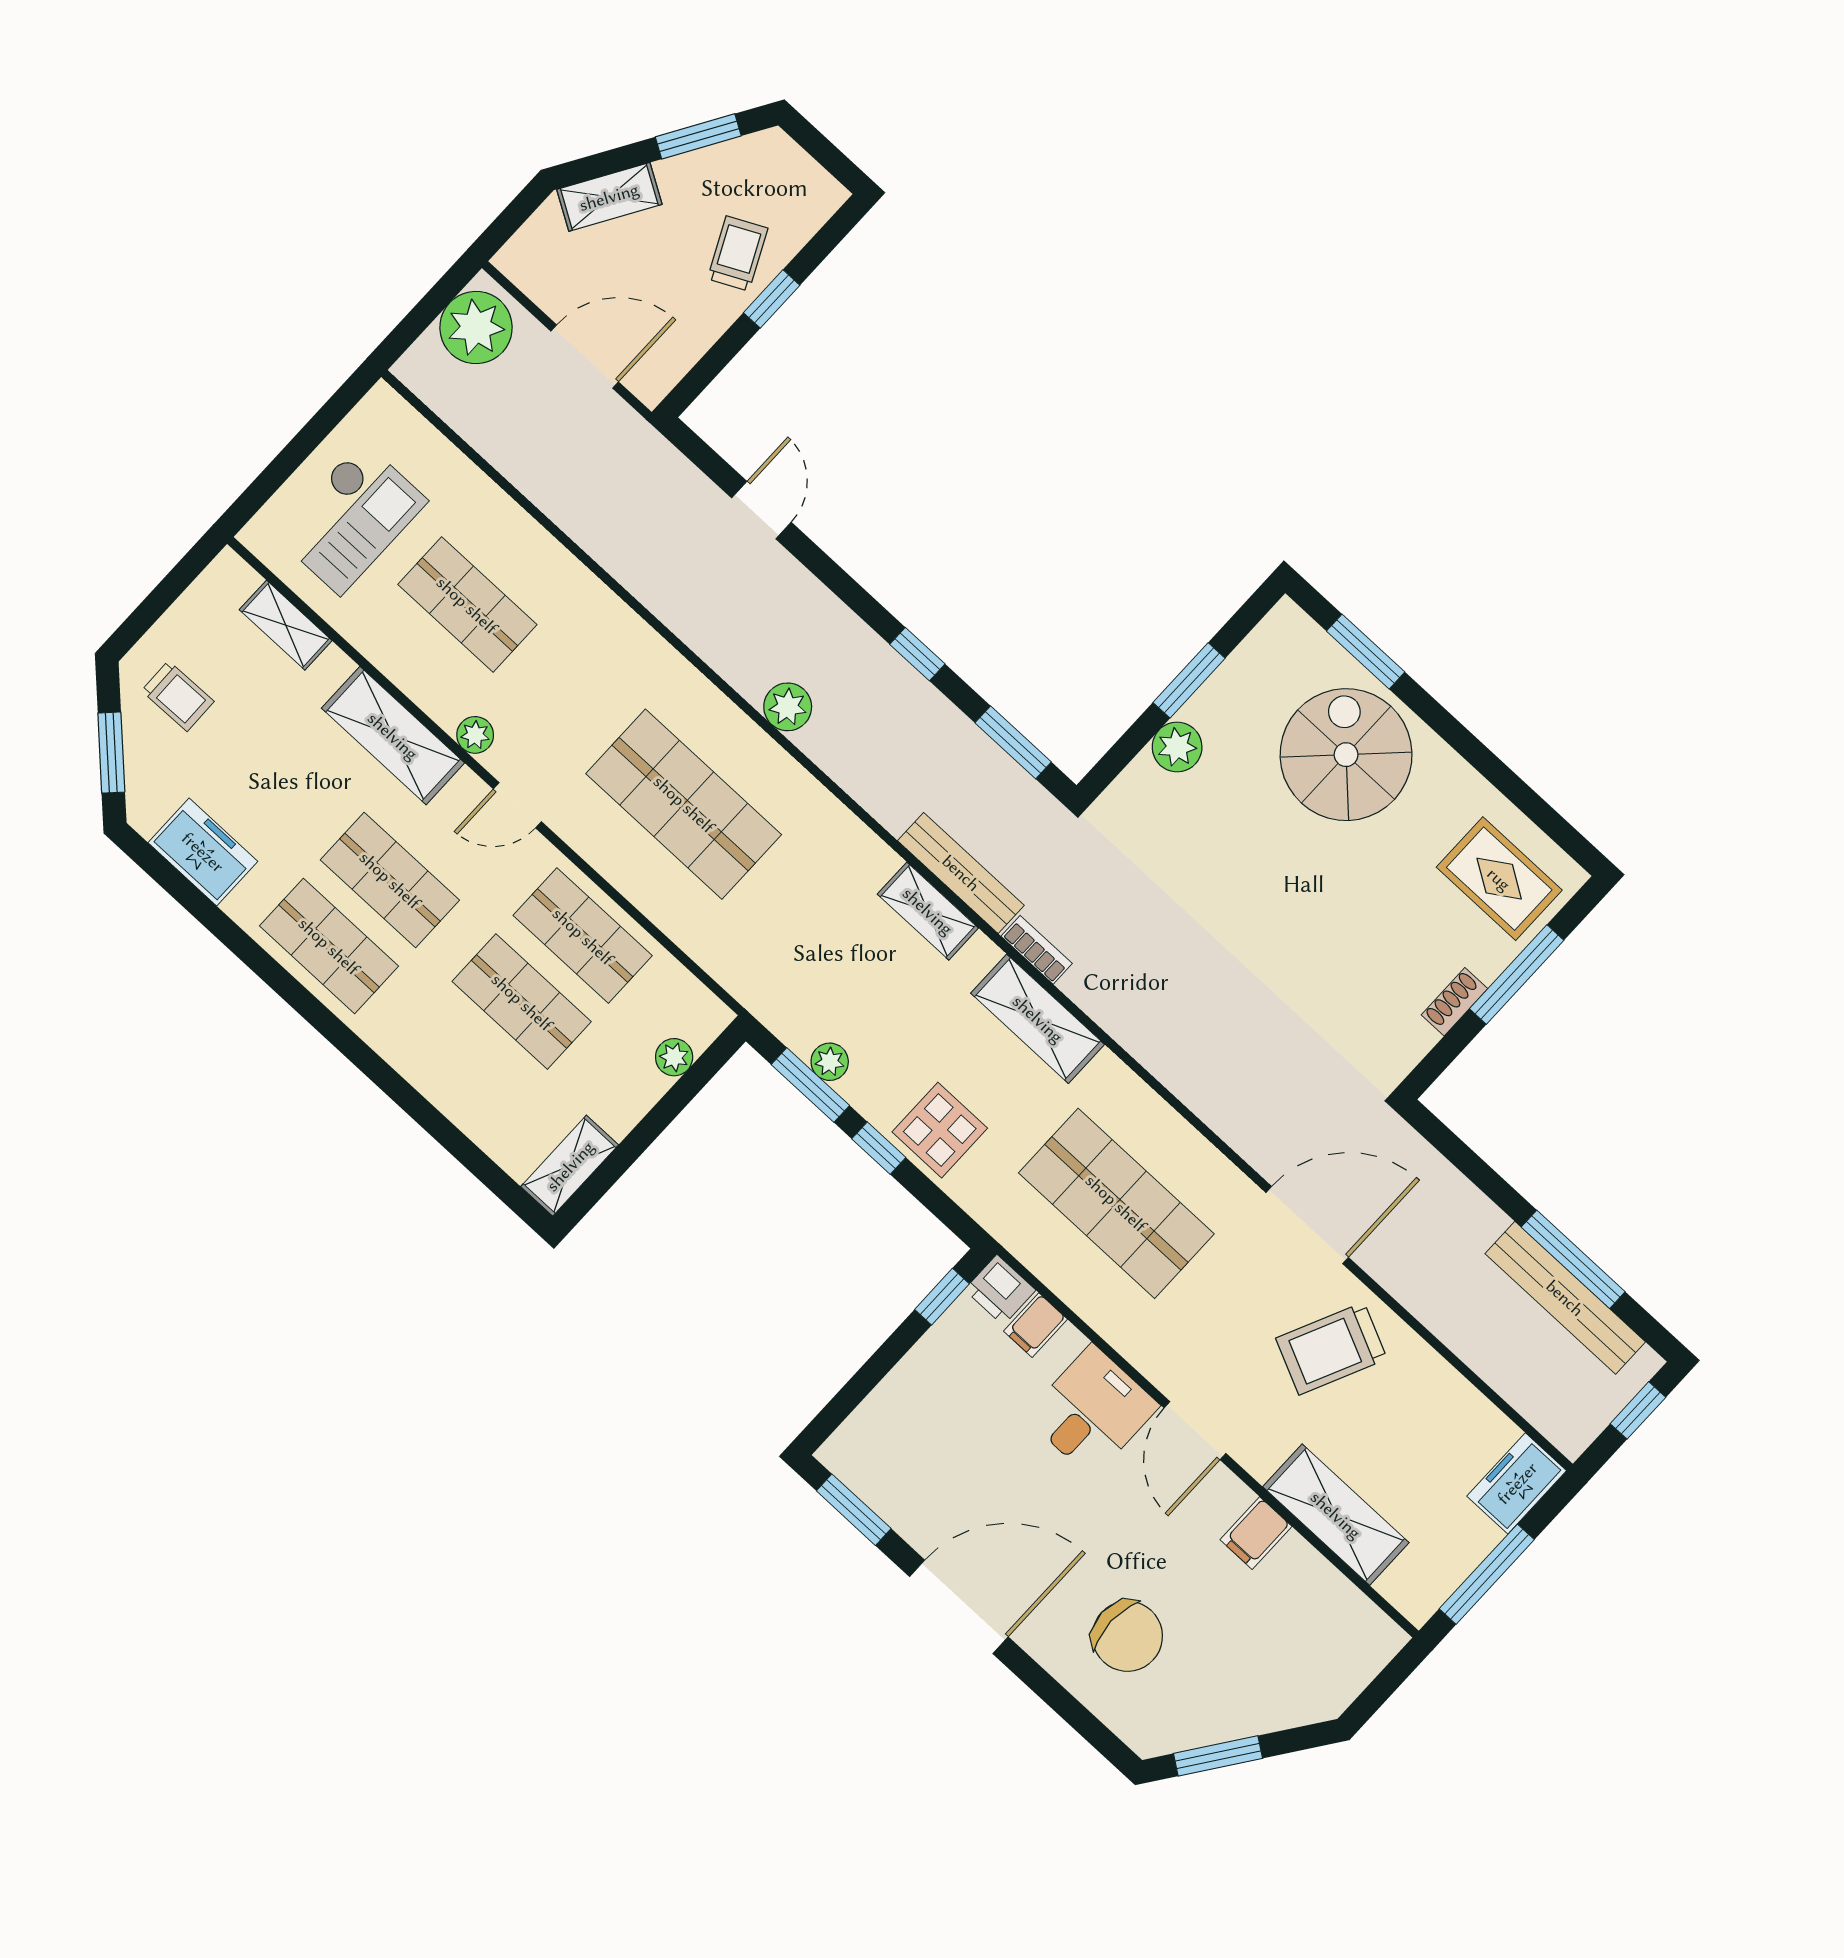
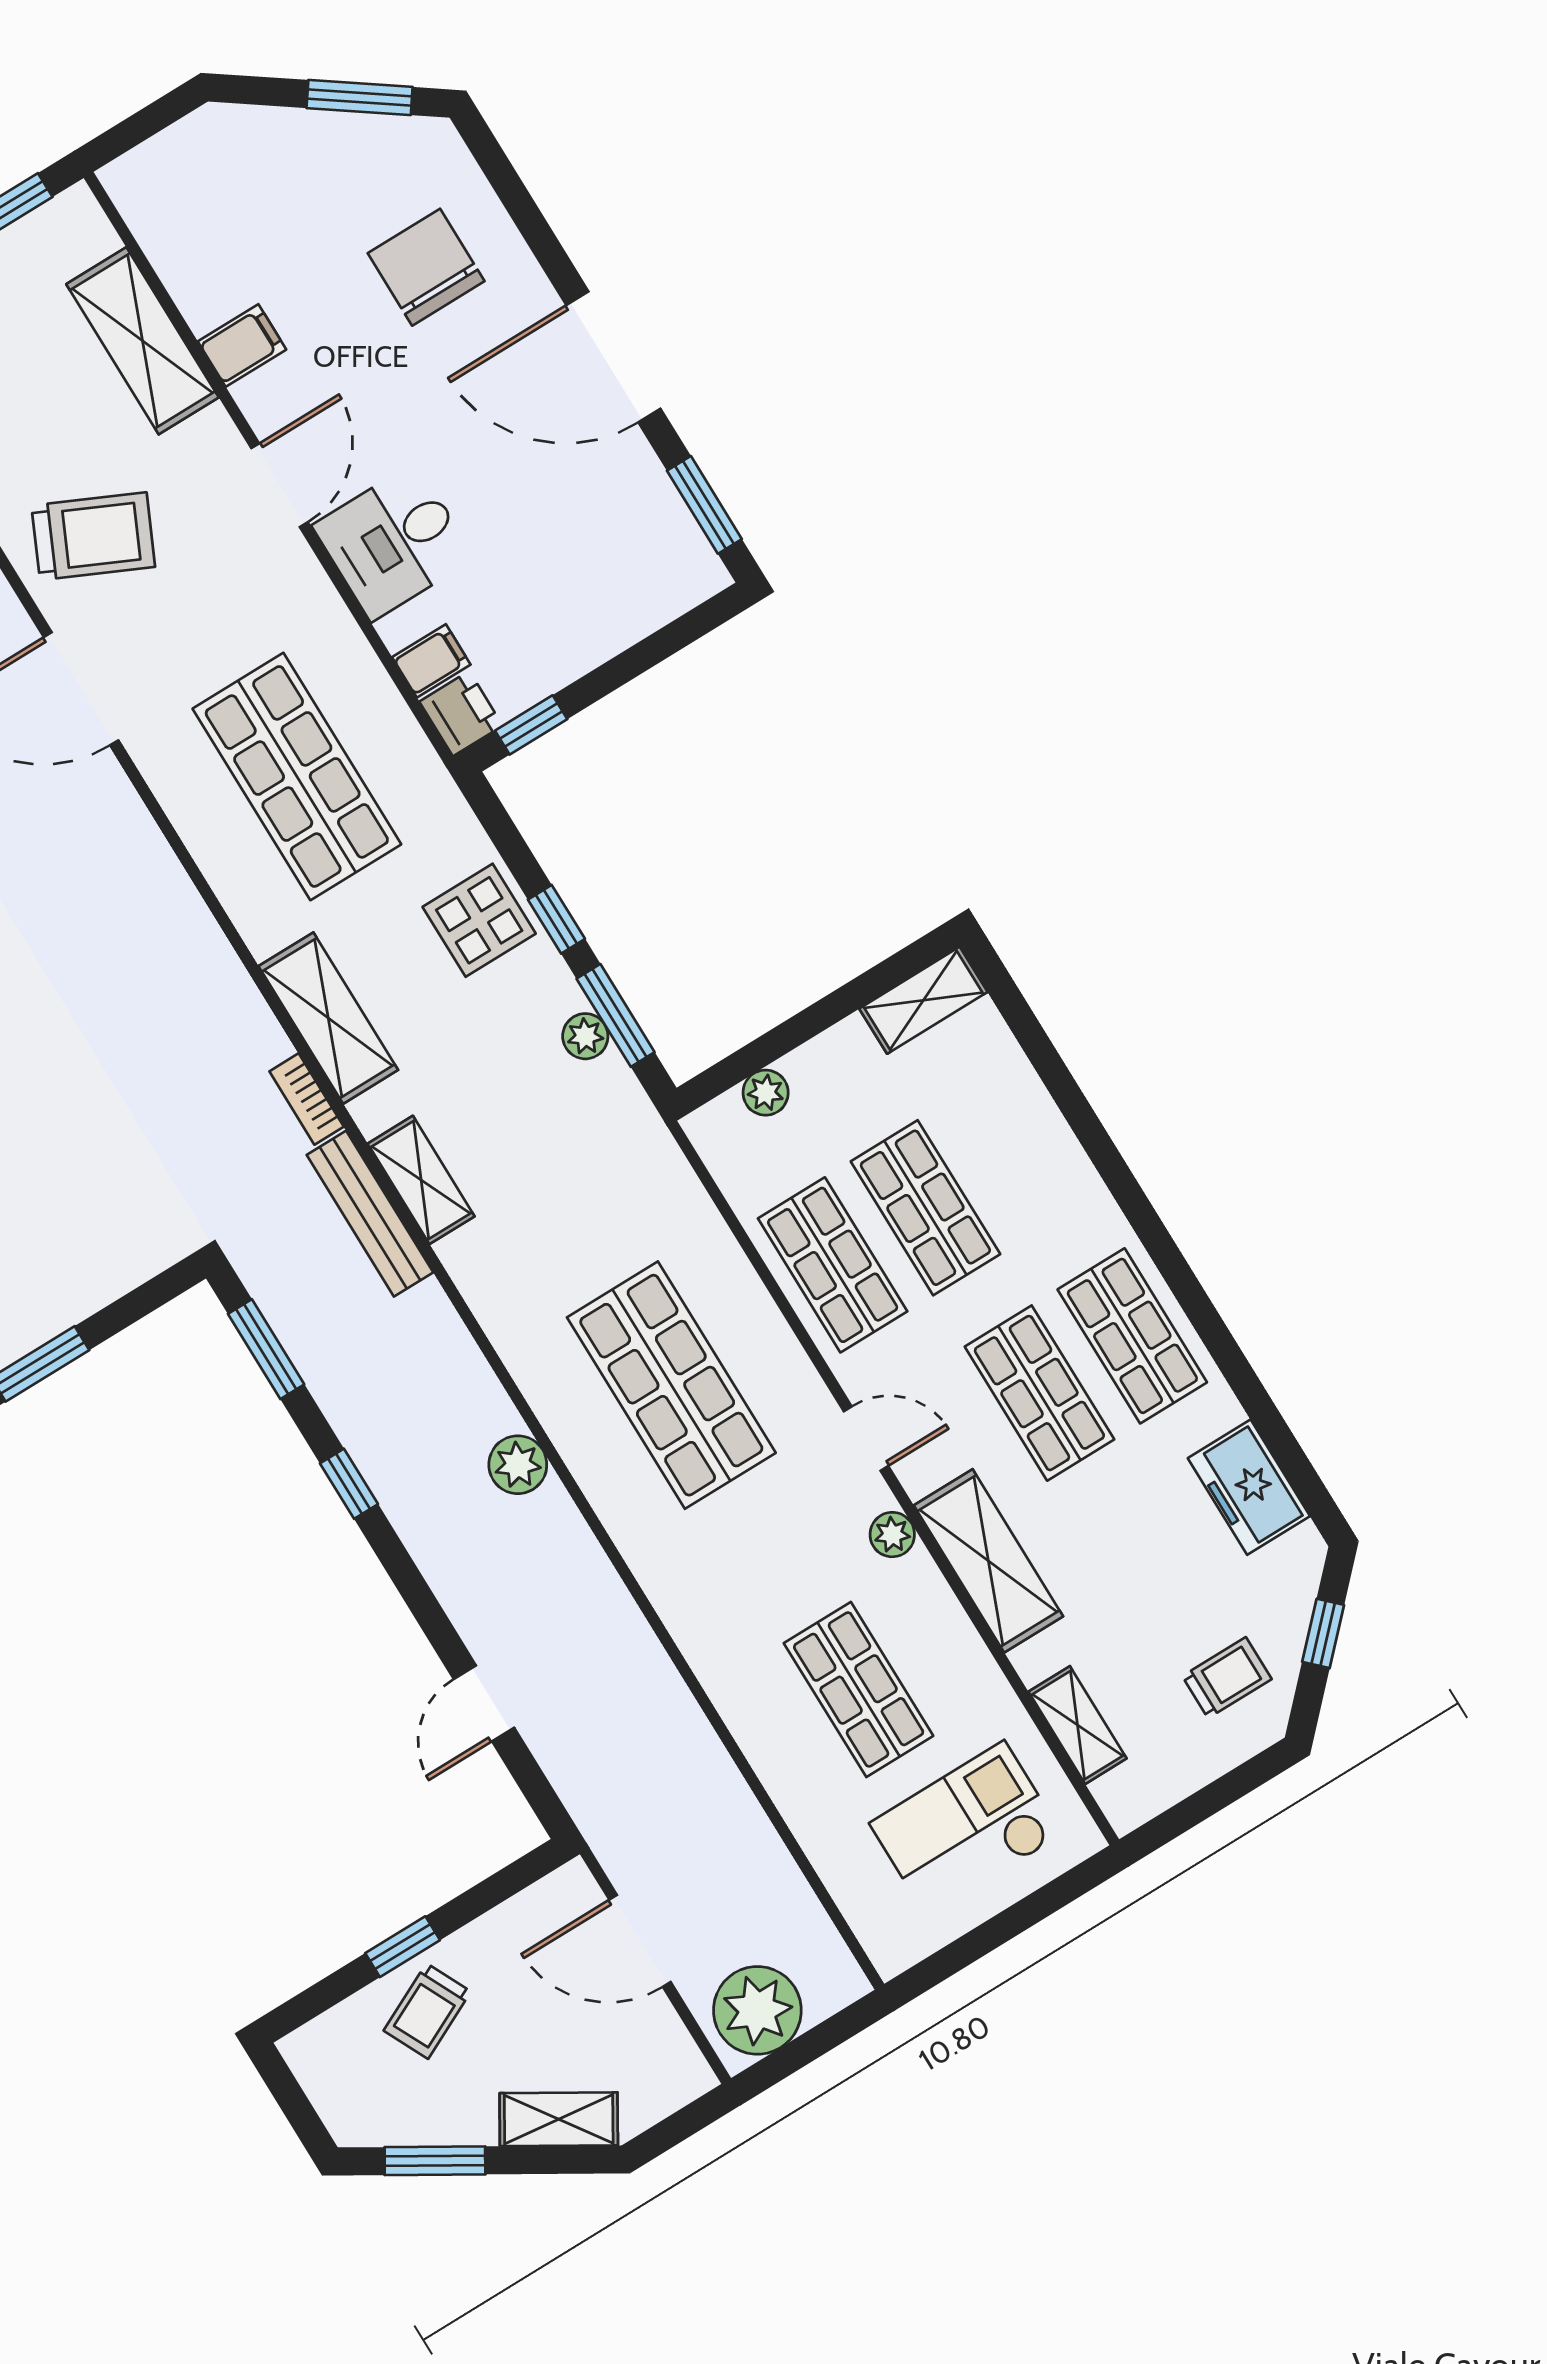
trolley: (178, 696) -> (1227, 1678), turned 91
plant: (1177, 747) -> (76, 1290), removed
window: (111, 753) -> (1323, 1633), width x0.67

